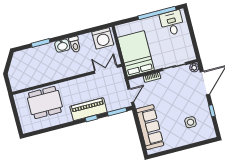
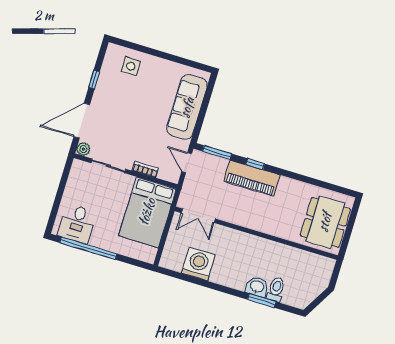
washing machine: (103, 38) -> (198, 264), moved
toilet: (75, 44) -> (276, 289), moved
washbasin: (62, 46) -> (257, 287), moved
door: (131, 95) -> (187, 163), hinge flipped
dining table: (45, 102) -> (325, 222), moved, turned 90
side table: (190, 122) -> (131, 66), moved

